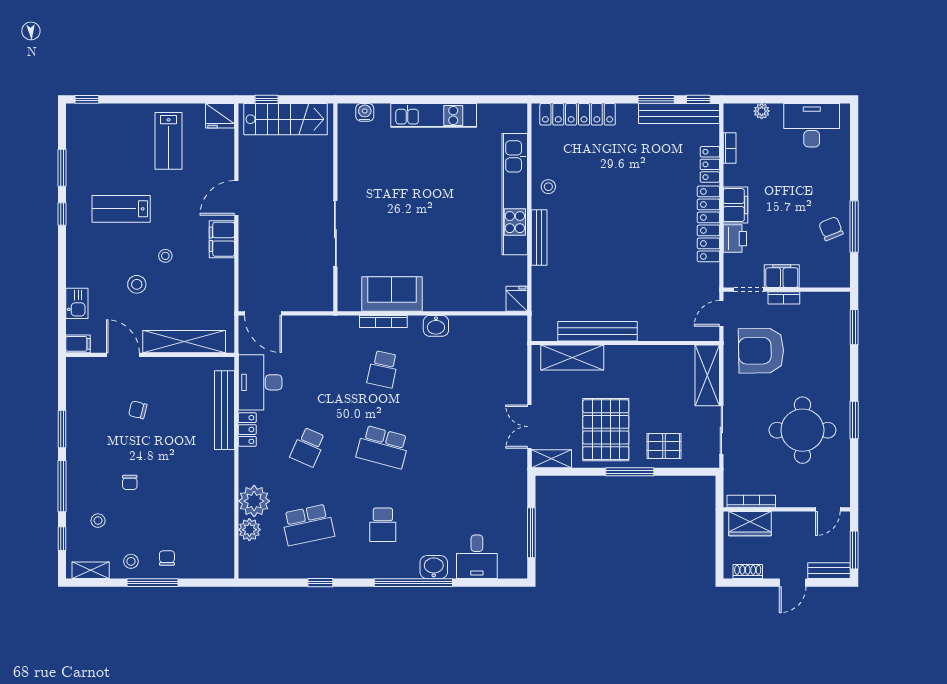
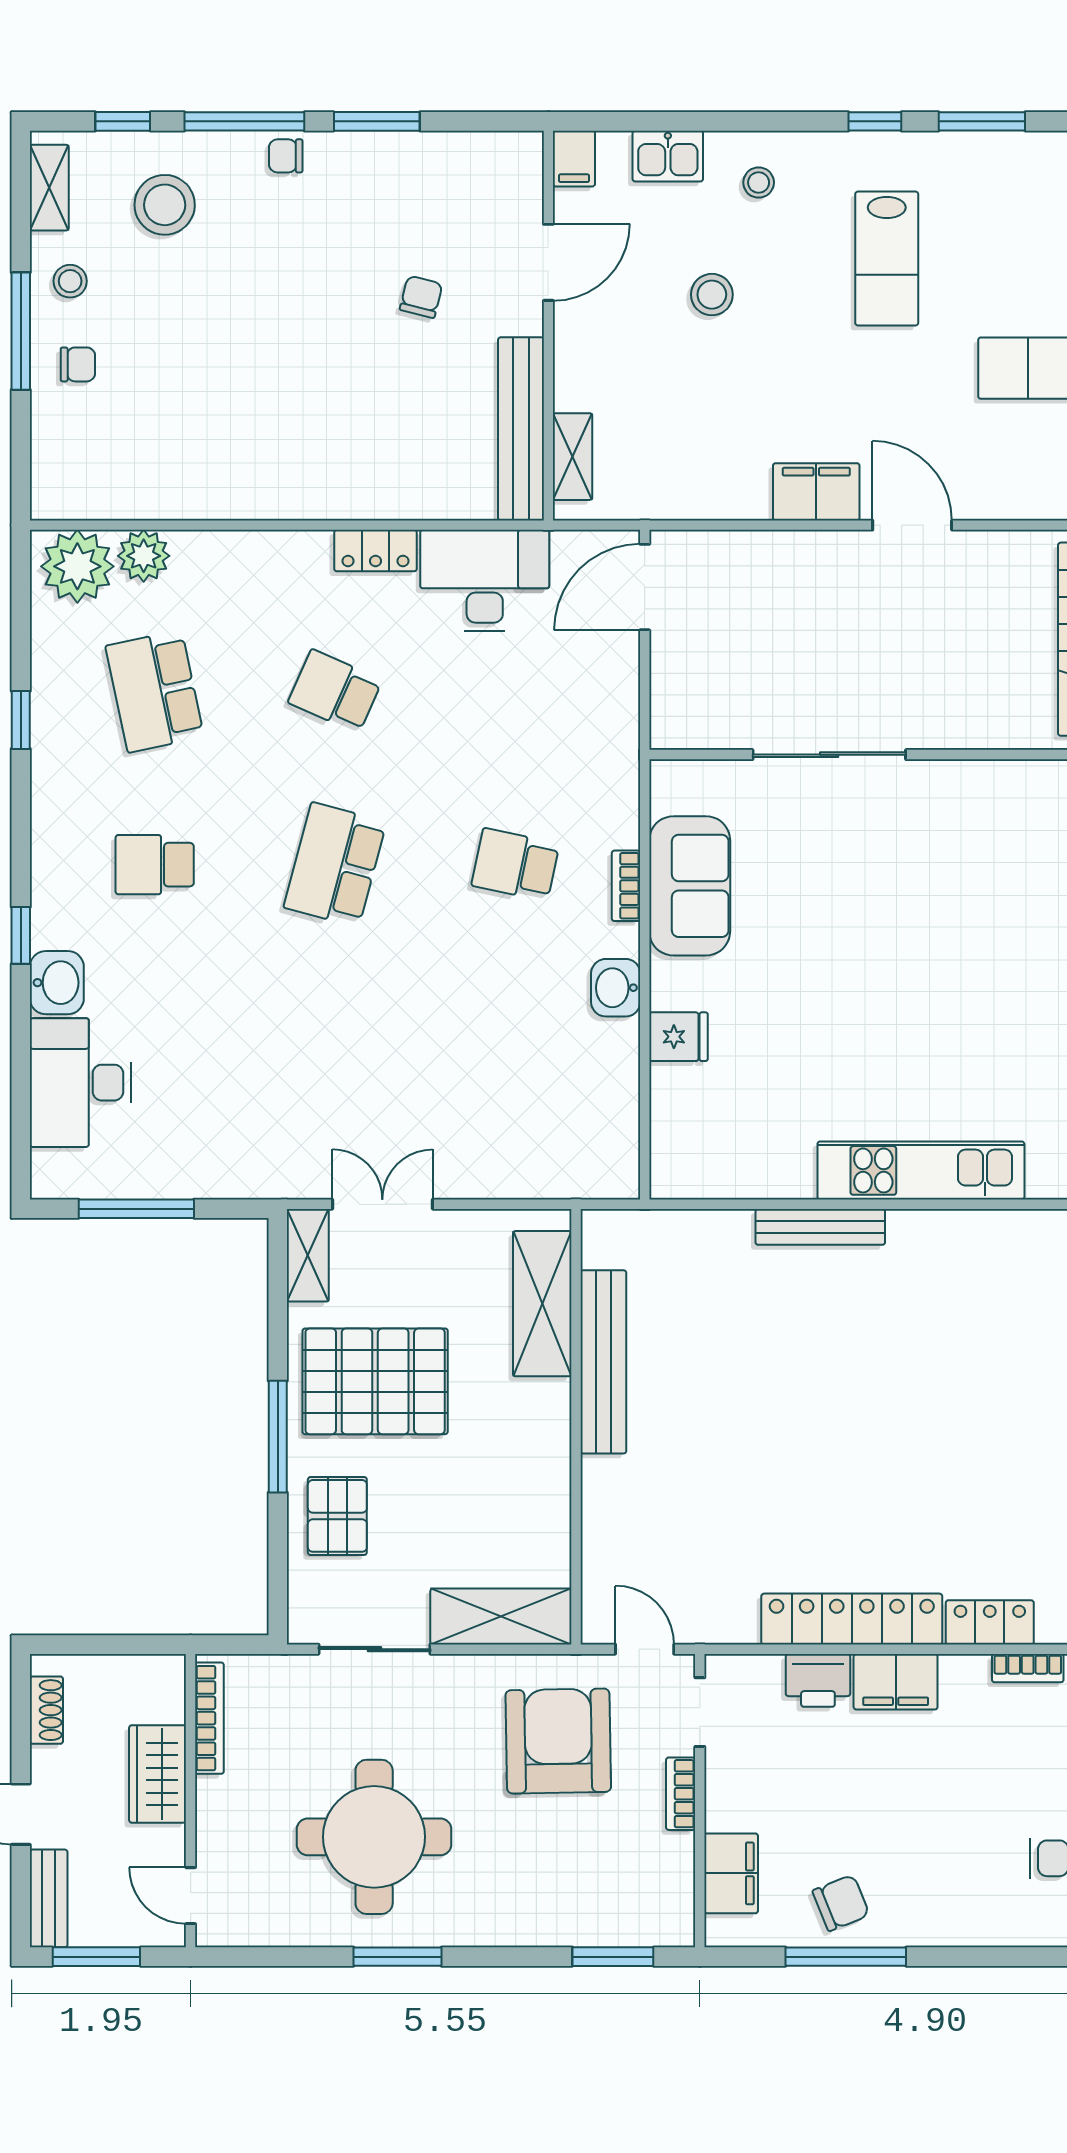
stool: (548, 187) -> (938, 1248), removed
kitchen unit: (515, 194) -> (921, 1170), width x0.73
lab bench: (121, 209) -> (887, 259), turned 180
stool: (165, 256) -> (759, 182), moved
filing cabinet: (782, 276) -> (731, 1873), moved
fridge: (517, 299) -> (679, 1037), moved
bookcase: (383, 321) -> (626, 886), width x0.64
shelving: (184, 342) -> (573, 457), width x0.45, depth x0.75
bench: (224, 410) -> (521, 429), moved, turned 90
chair: (130, 482) -> (286, 156), moved
plant: (254, 501) -> (77, 566), moved
stool: (98, 521) -> (165, 205), width x1.89, depth x1.89
wardrobe: (750, 524) -> (158, 1774), moved
desk: (477, 557) -> (81, 1083), width x1.37
window: (413, 583) -> (21, 935), width x0.32

